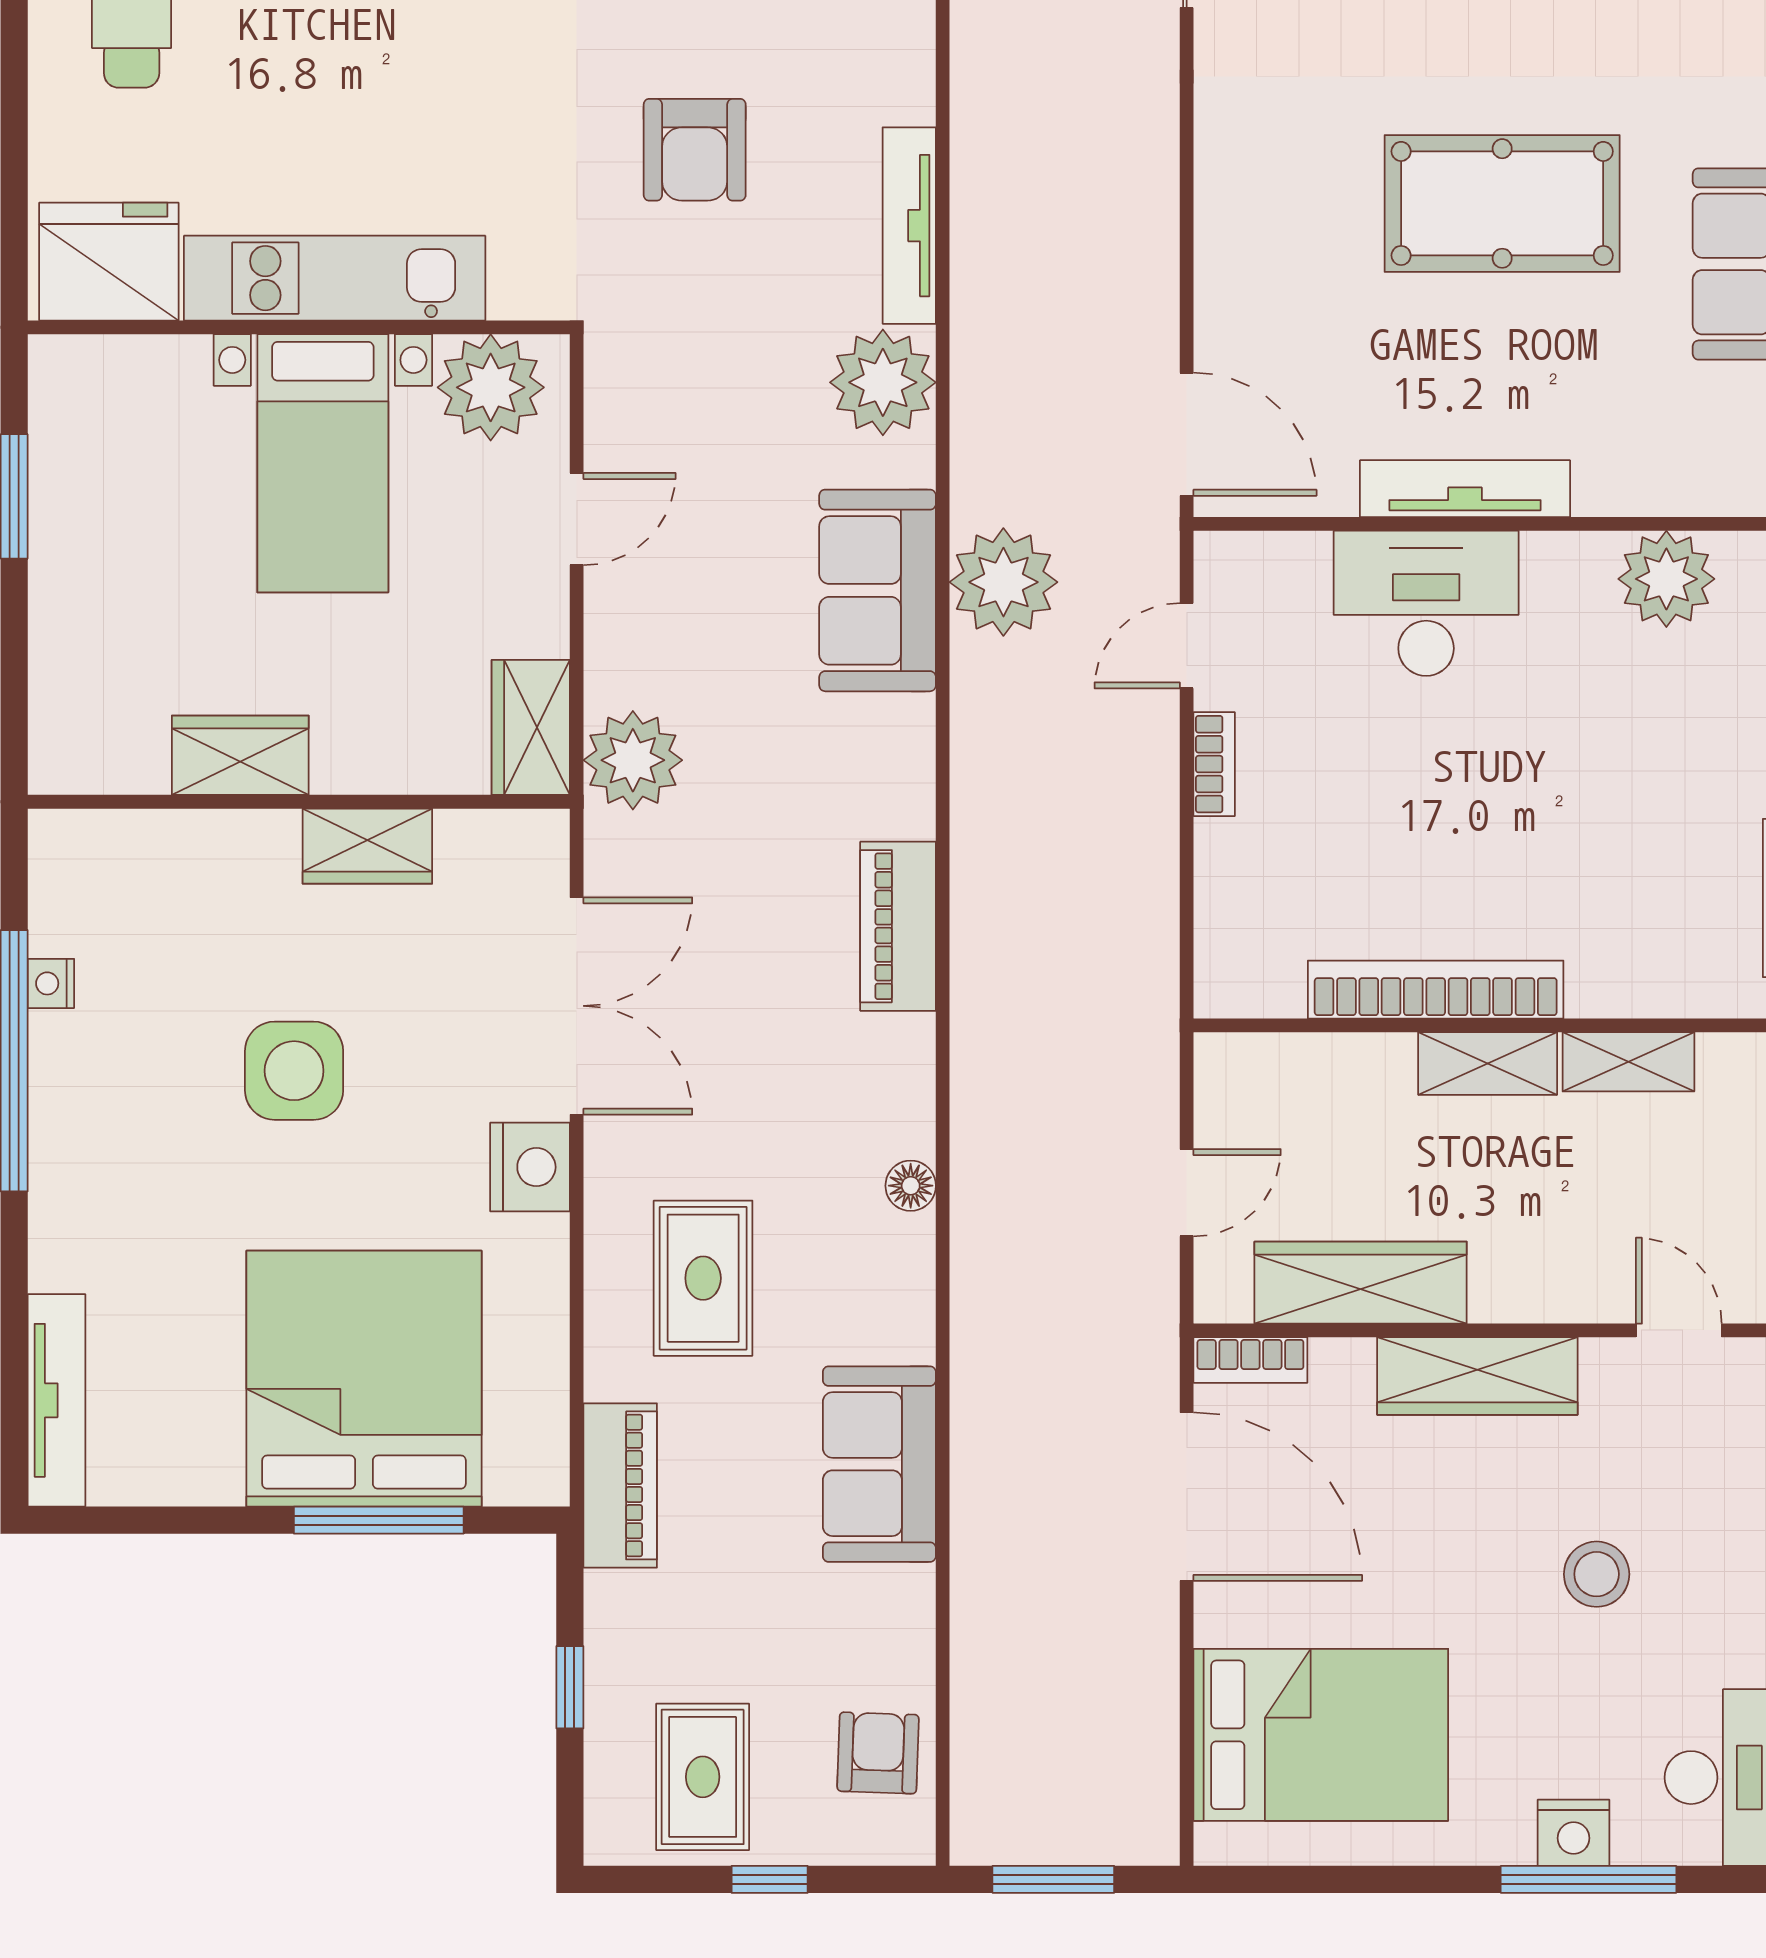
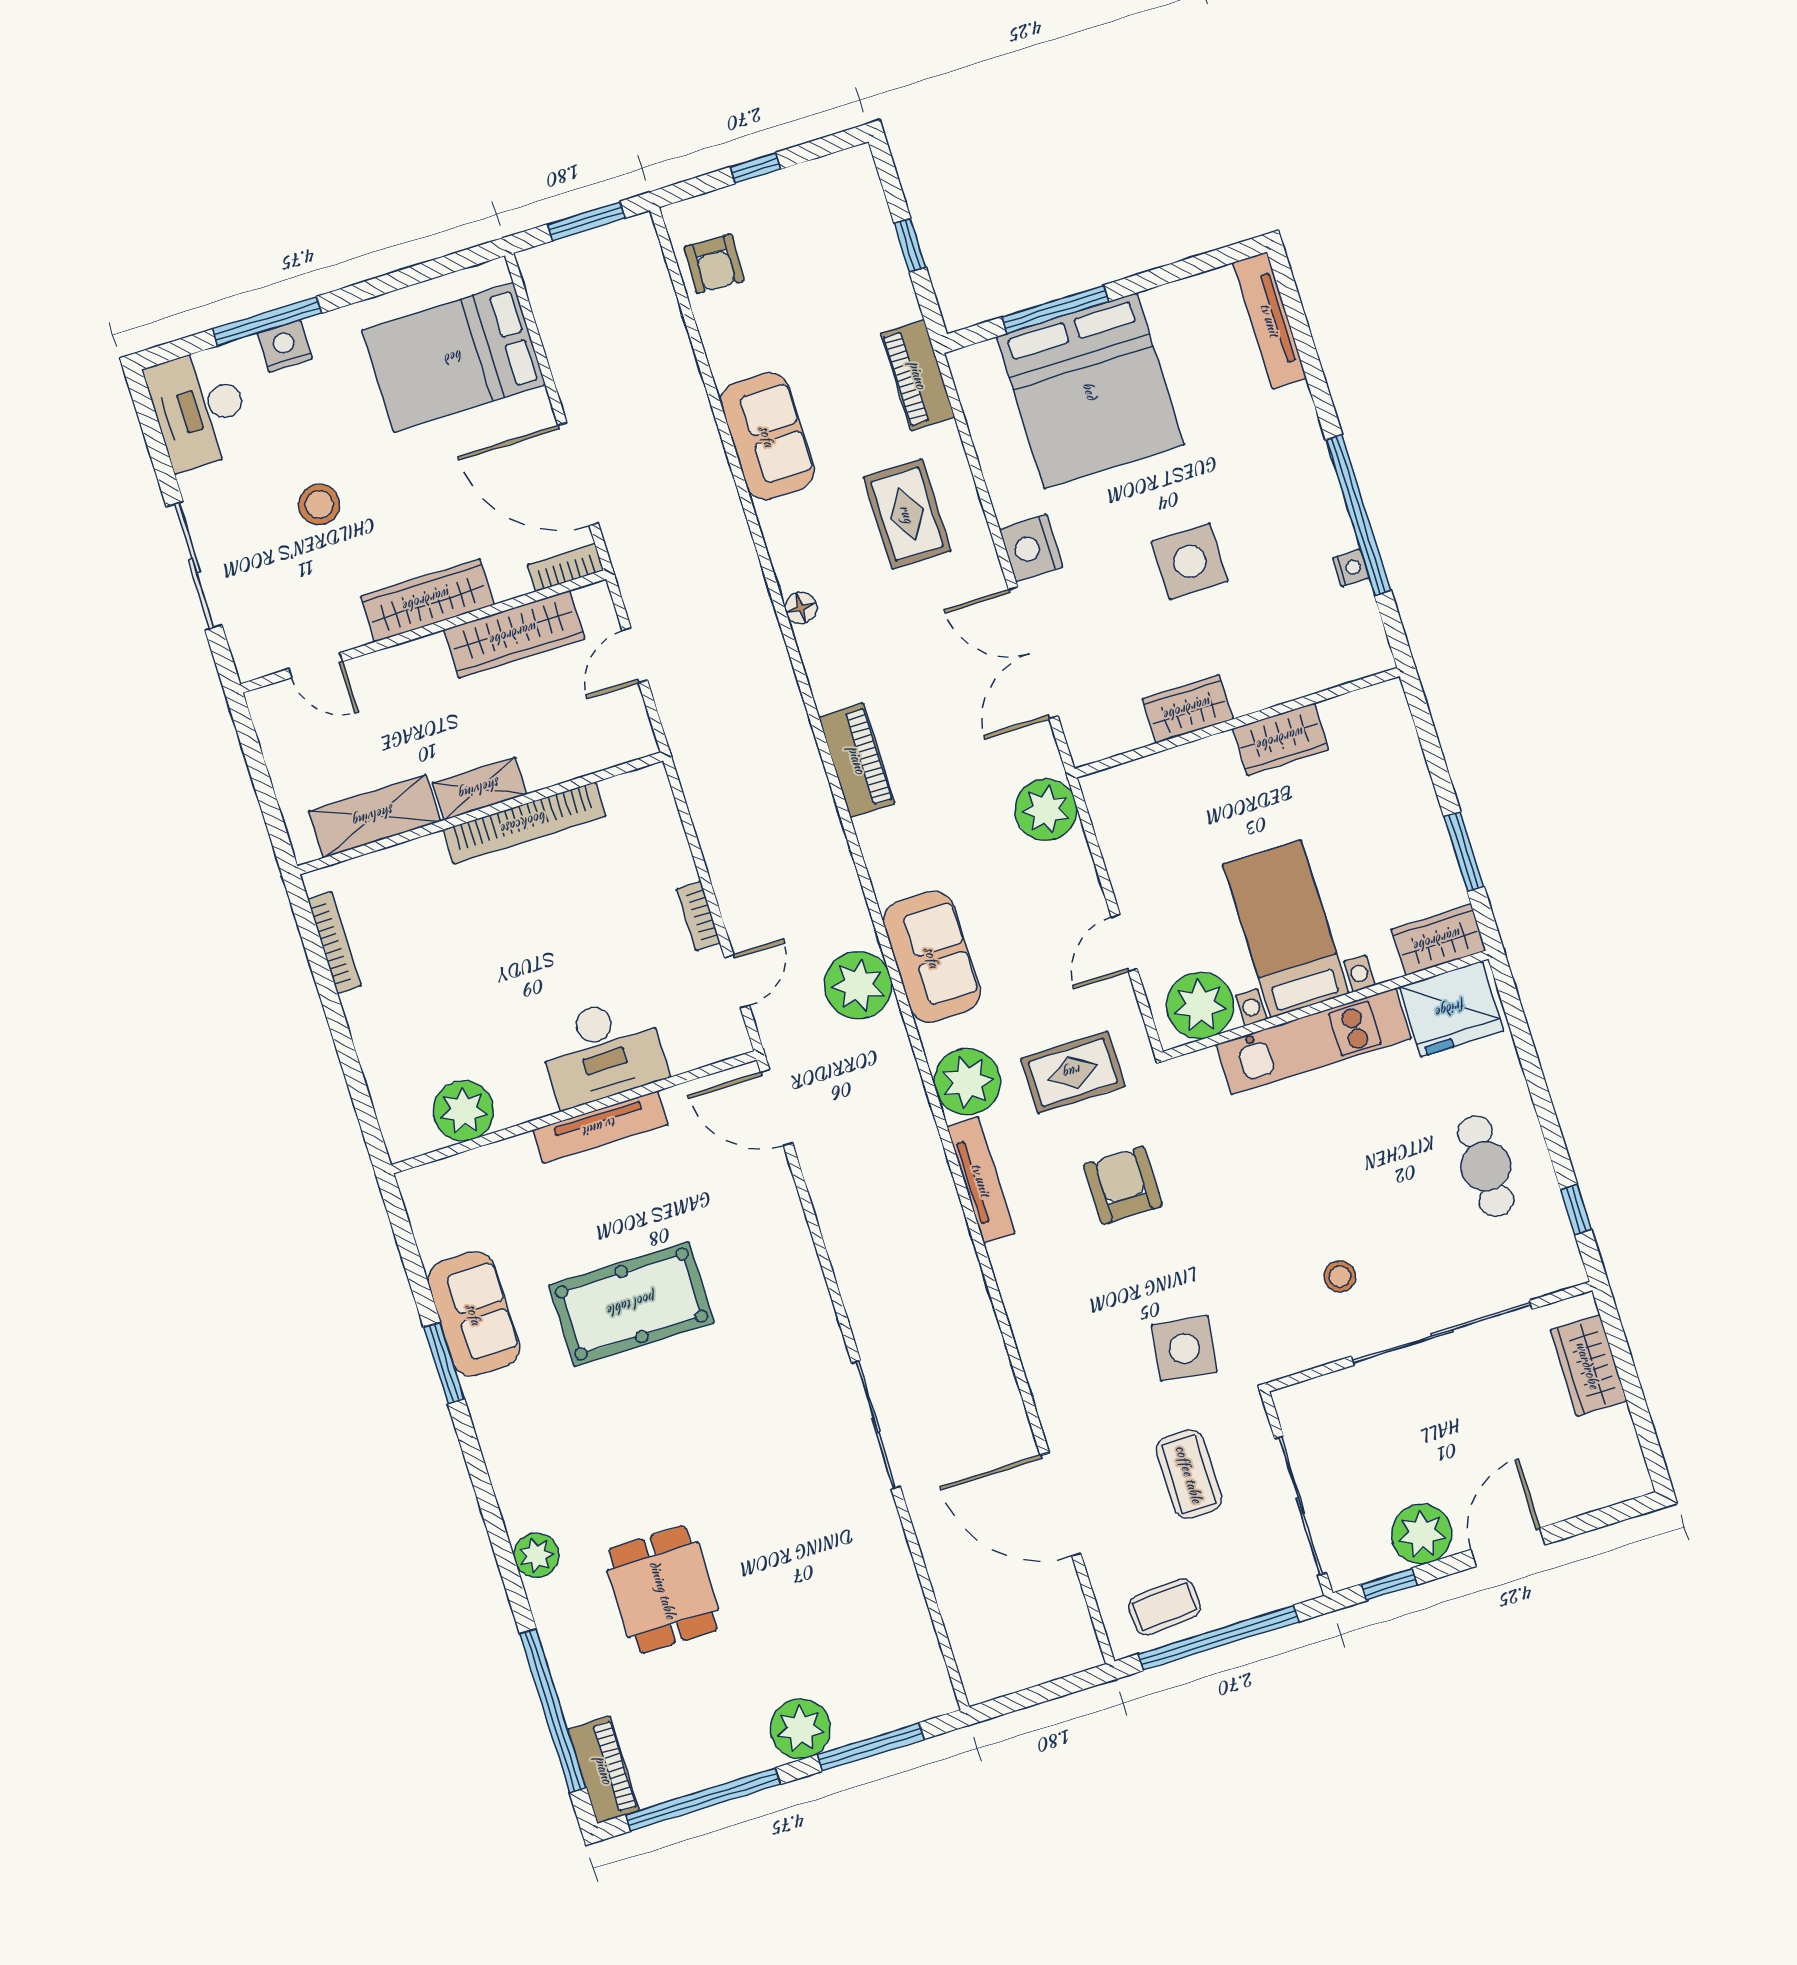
wardrobe: (531, 727) -> (1438, 940), moved, turned -90
shelving: (1628, 1062) -> (374, 816), width x1.50, depth x1.33
rug: (703, 1777) -> (1073, 1072), moved, turned 90

